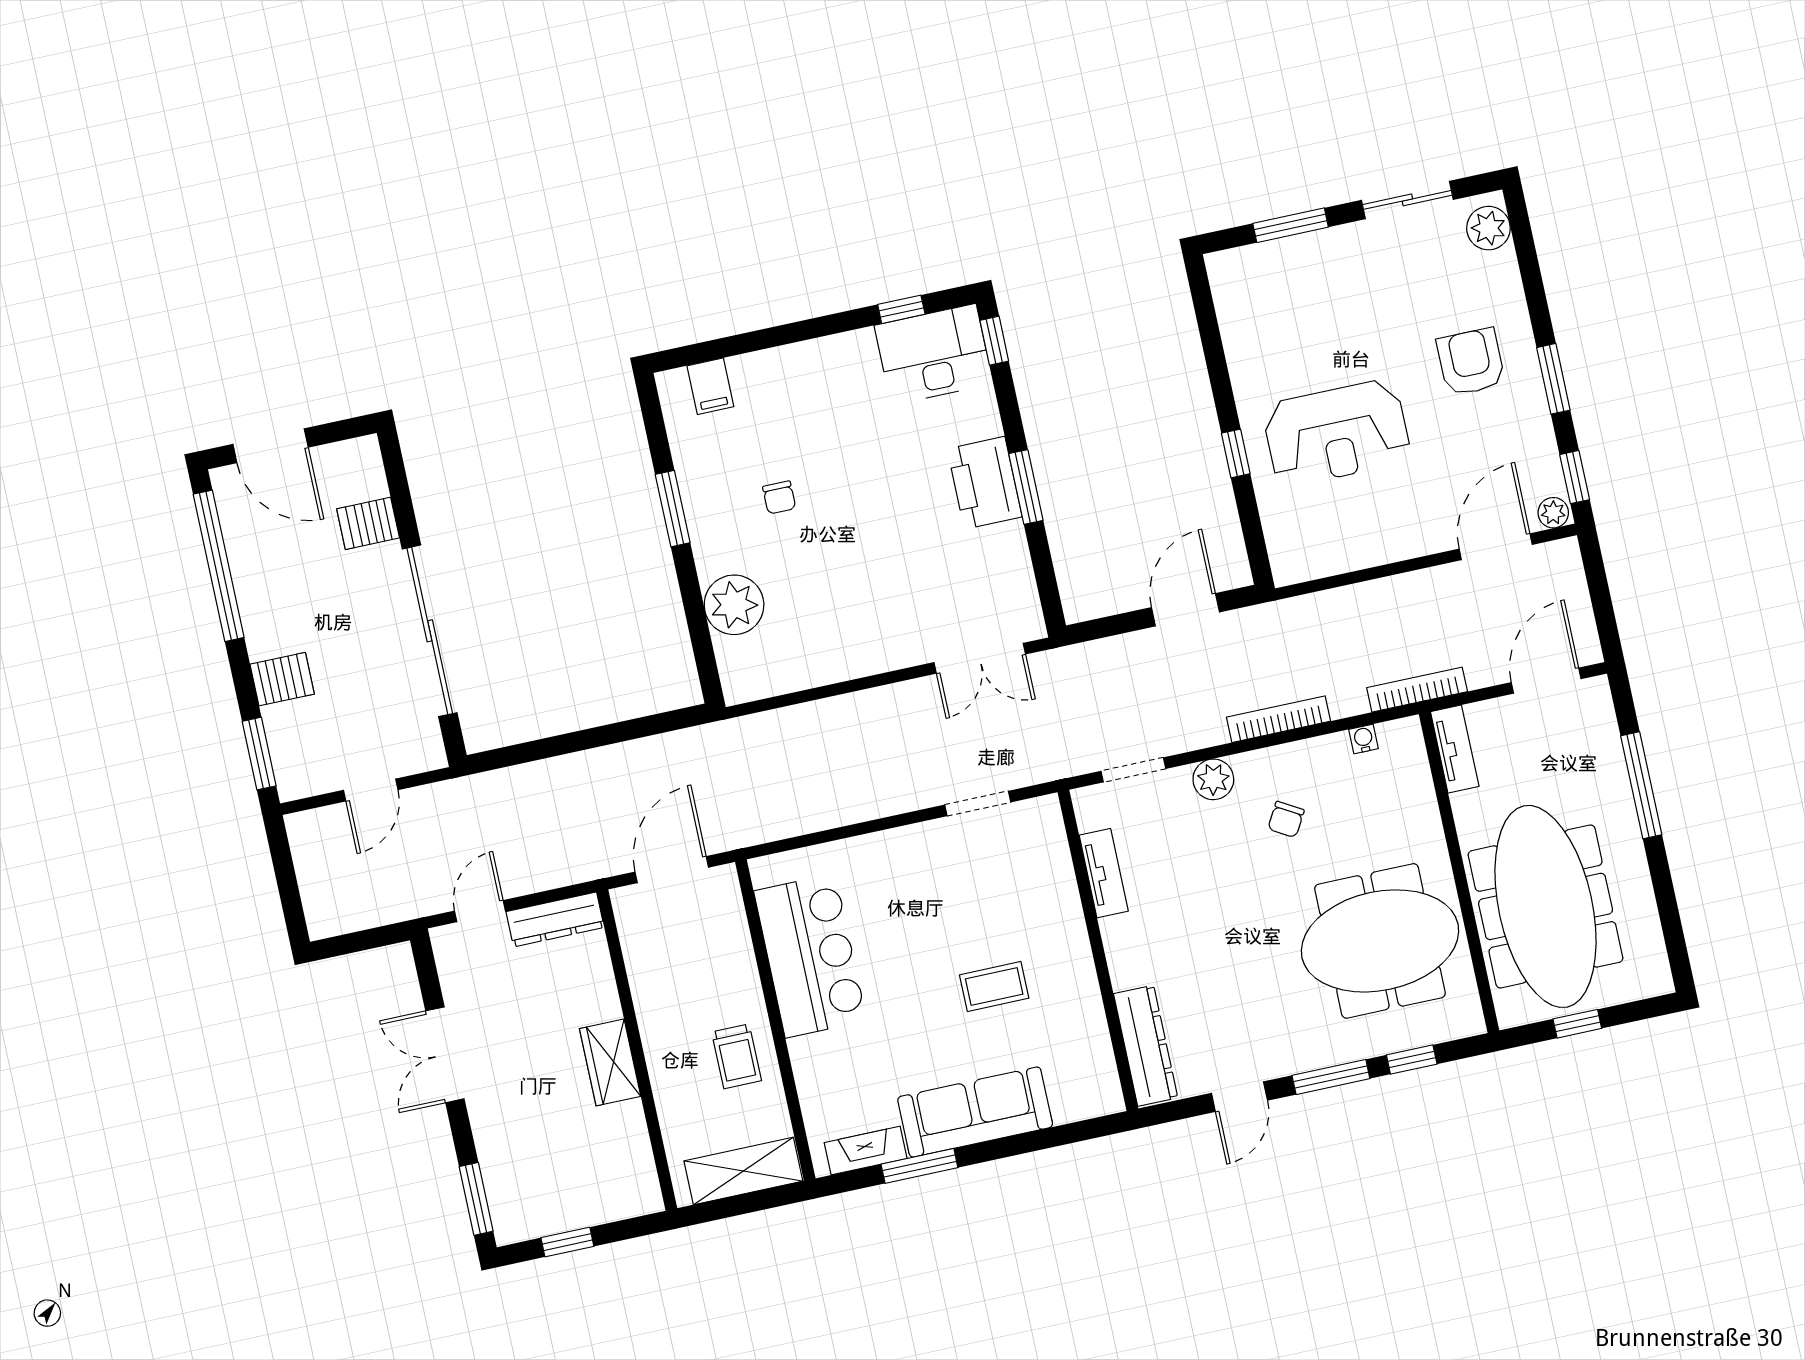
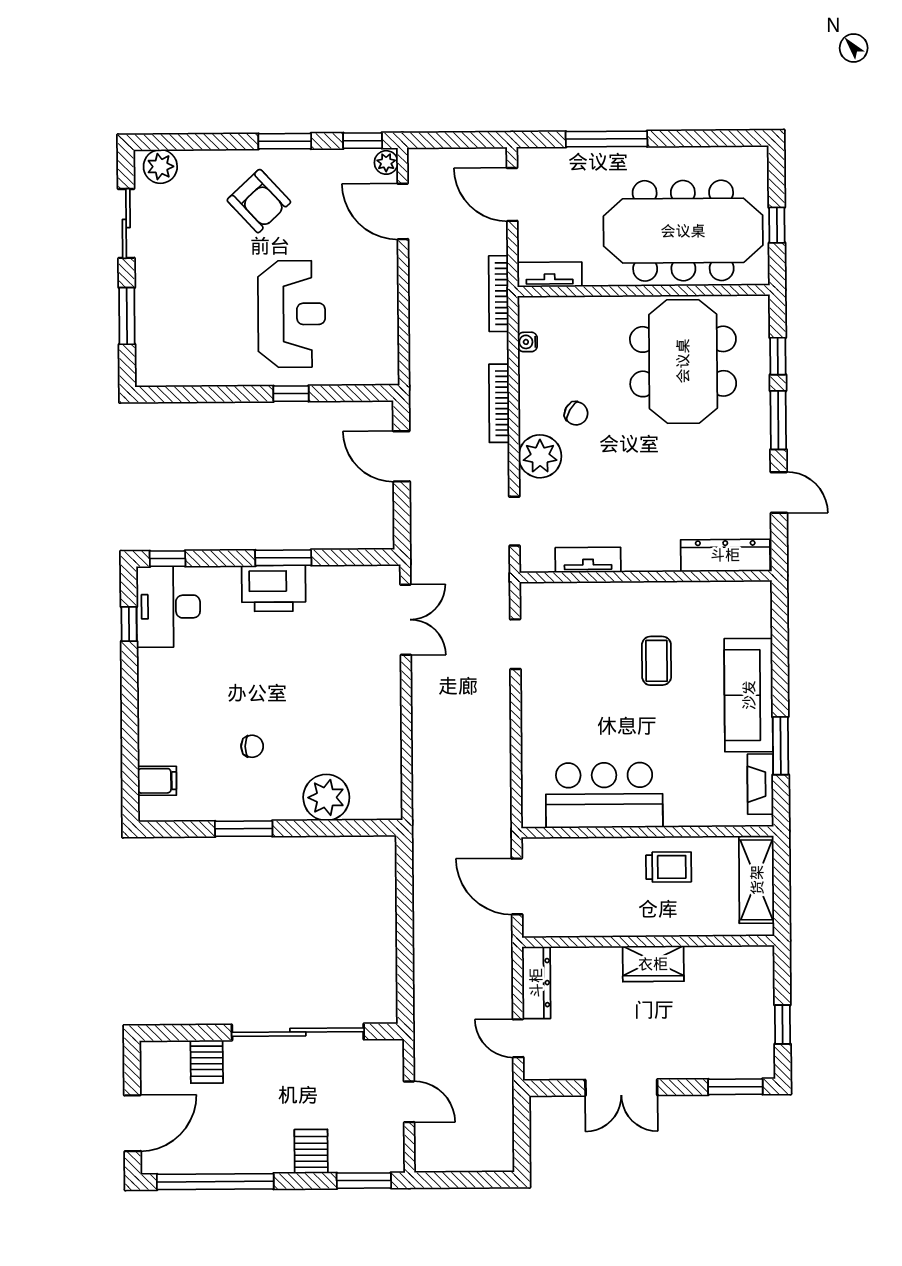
armchair: (1471, 362) -> (259, 201), turned -133
plant: (1213, 779) -> (540, 456), width x1.36, depth x1.36

